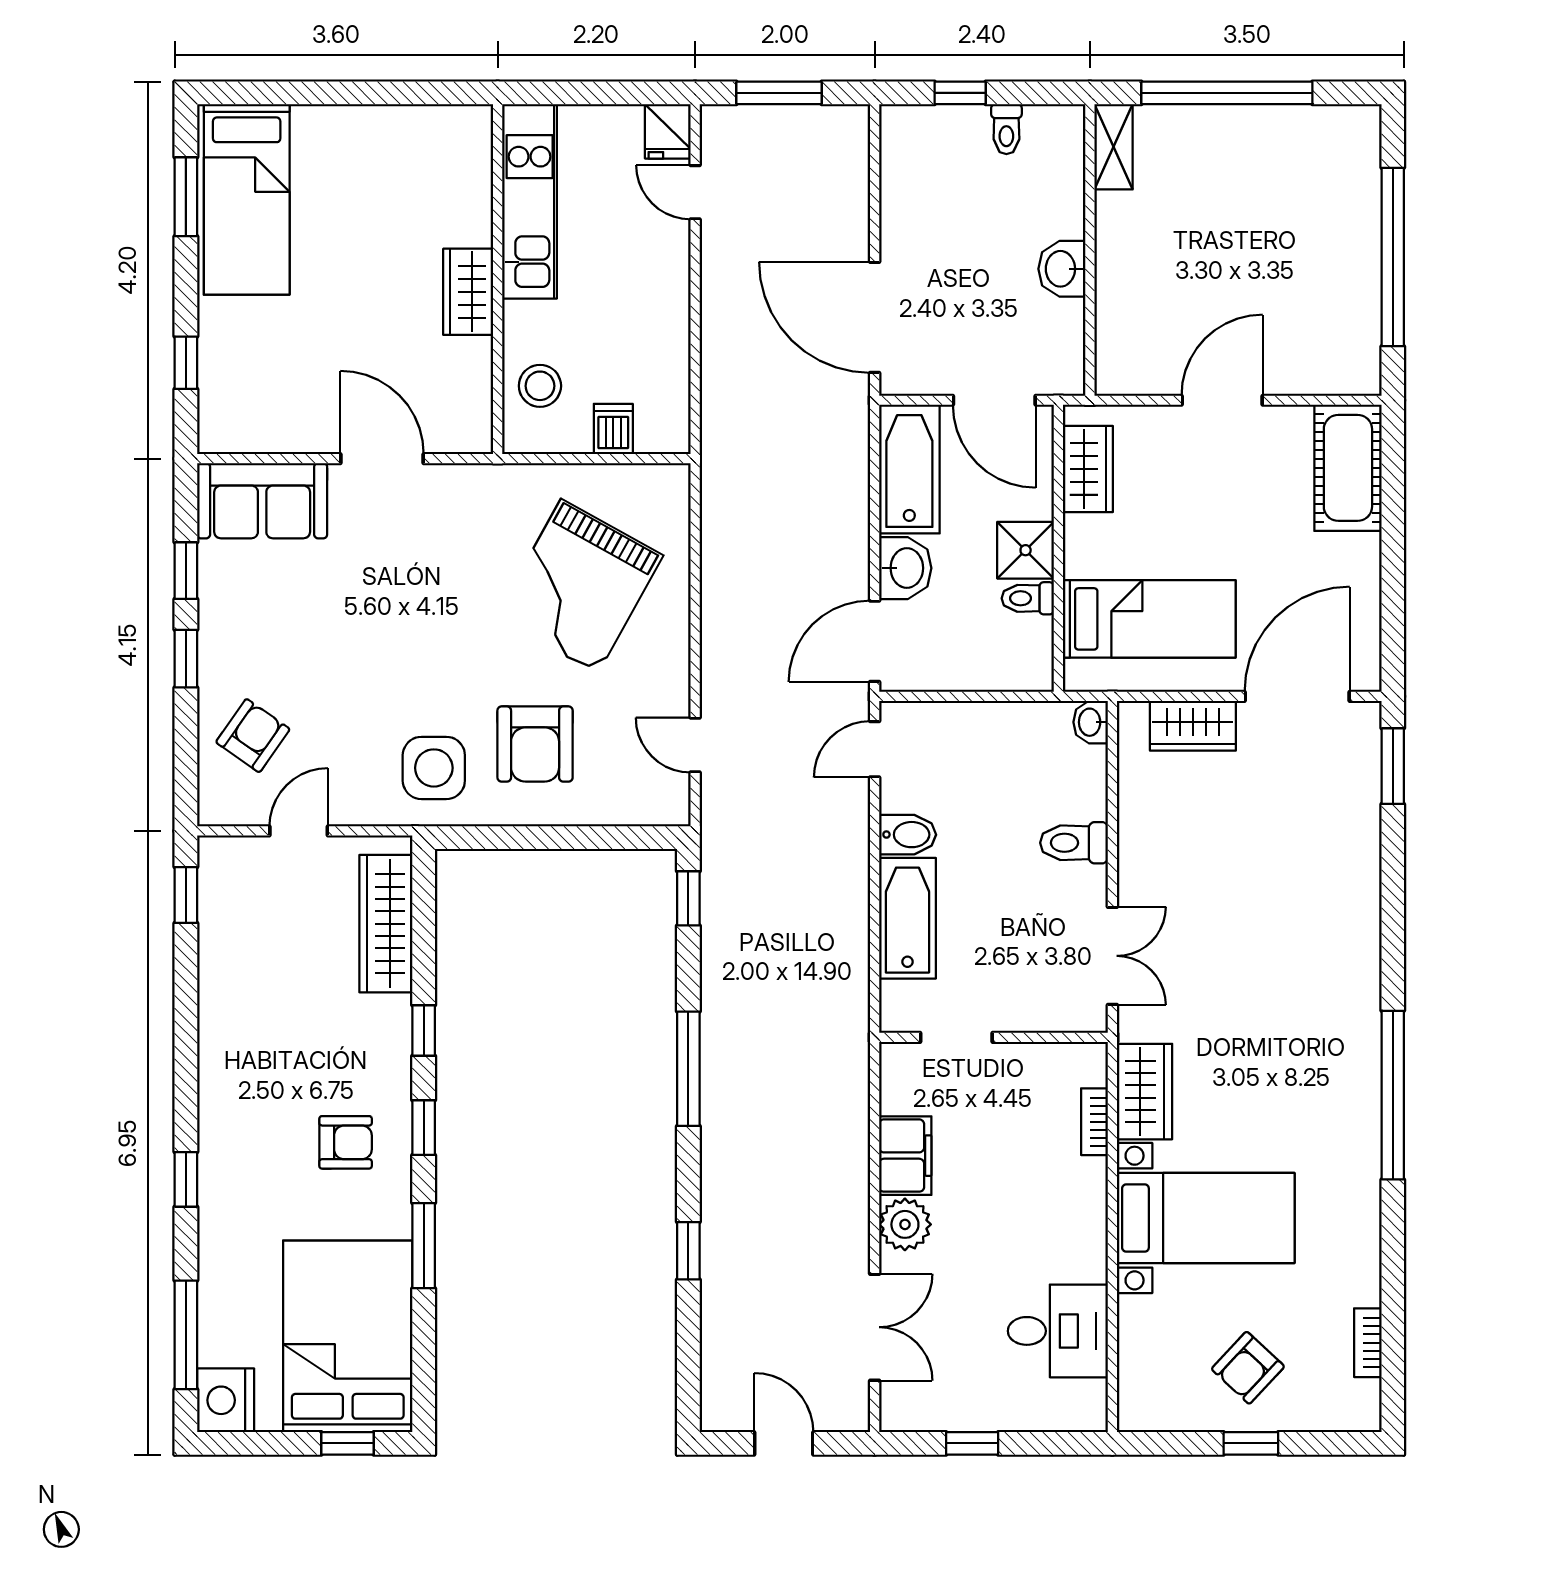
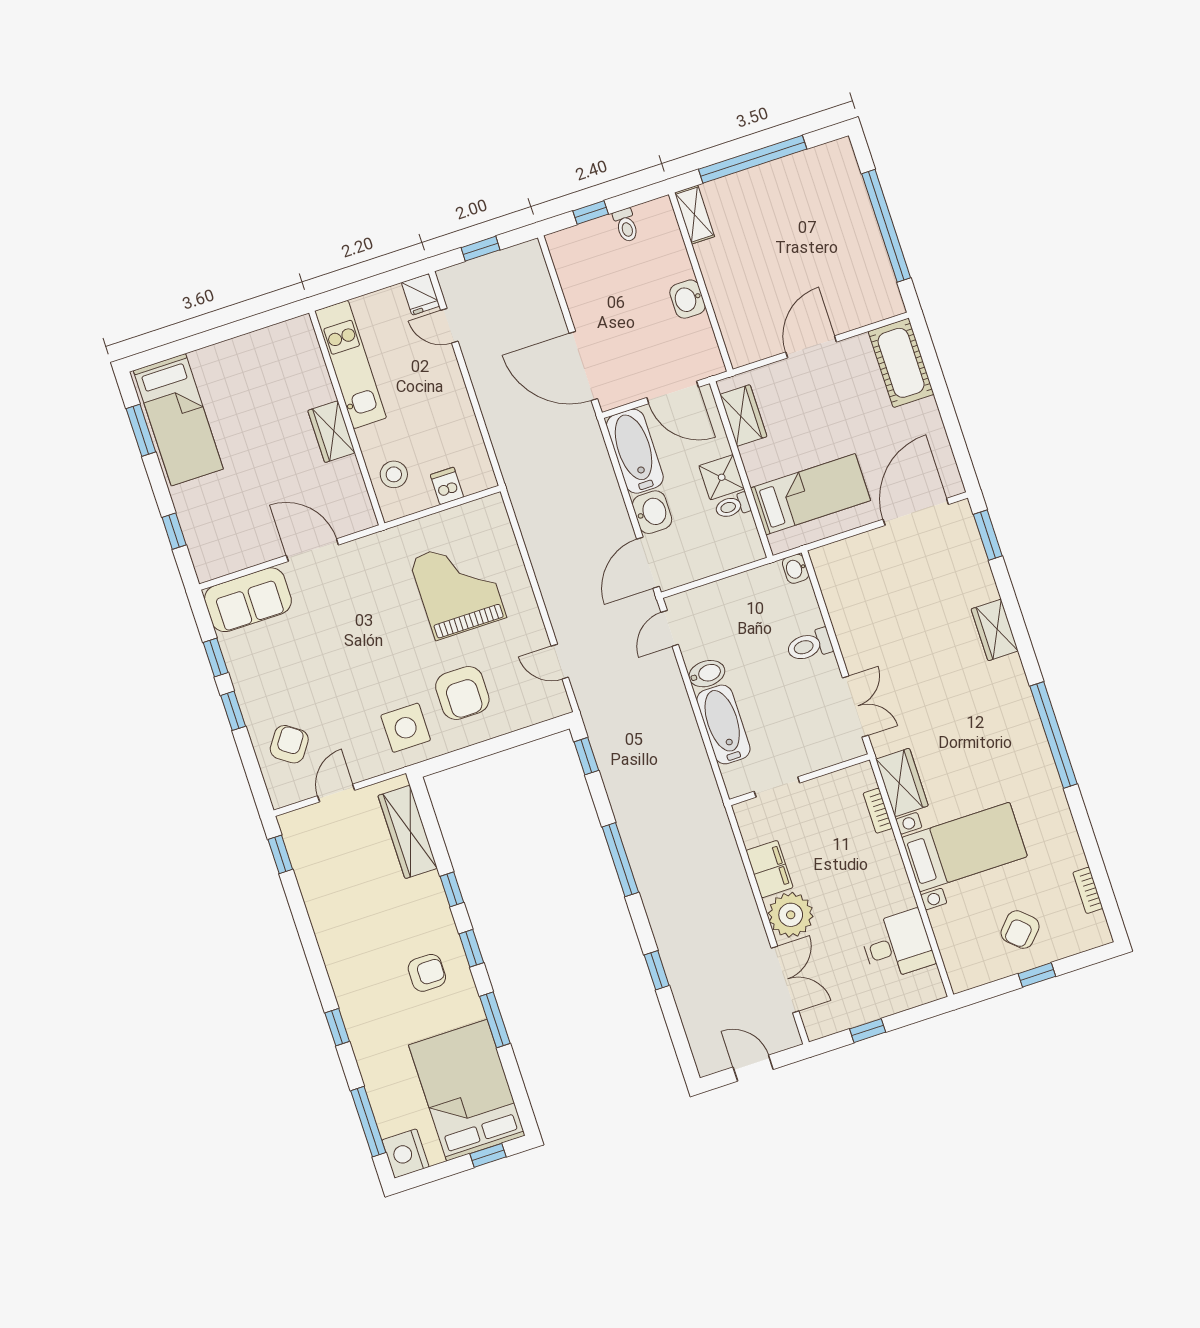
window: (779, 93) -> (481, 249), width x0.67
grand piano: (579, 586) -> (458, 588), turned 151
wardrobe: (1193, 726) -> (995, 630), moved, turned 90
plant: (905, 1224) -> (791, 915), width x1.36, depth x1.36

